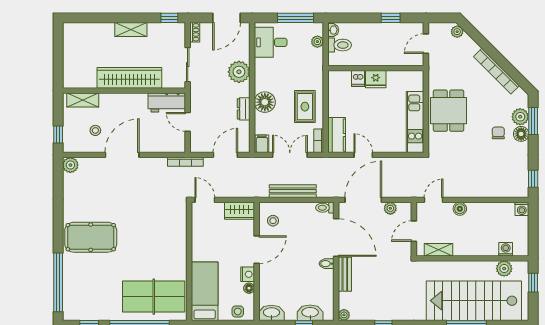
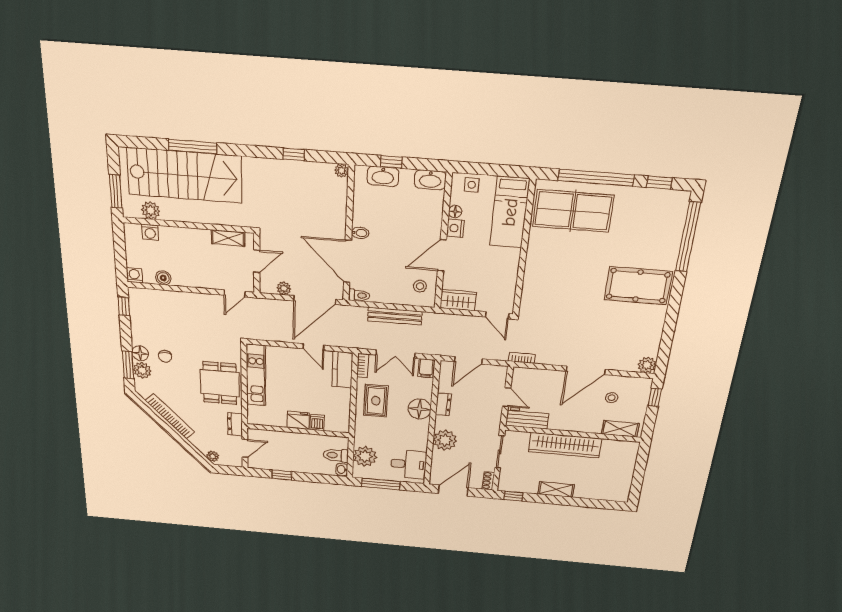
plant: (317, 42) -> (365, 456), width x1.87, depth x1.87
dresser: (435, 69) -> (235, 424), added
bookcase: (185, 162) -> (522, 358), width x0.64
boiler: (460, 209) -> (163, 278), moved
bench: (345, 274) -> (339, 219), removed
window: (533, 283) -> (116, 191), width x1.50

